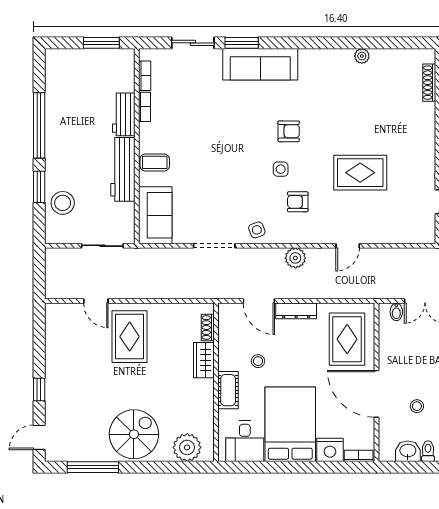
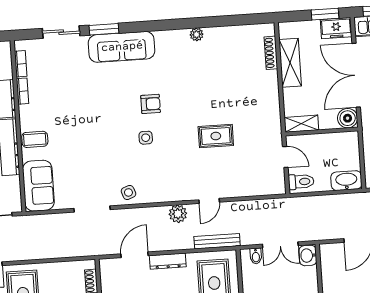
plant: (362, 56) -> (197, 34), moved
rug: (360, 173) -> (216, 136), width x0.73, depth x0.70
armchair: (298, 202) -> (163, 165), removed
plant: (295, 258) -> (178, 214), moved
bench: (354, 292) -> (217, 241), added
door: (259, 301) -> (134, 255), swing flipped

